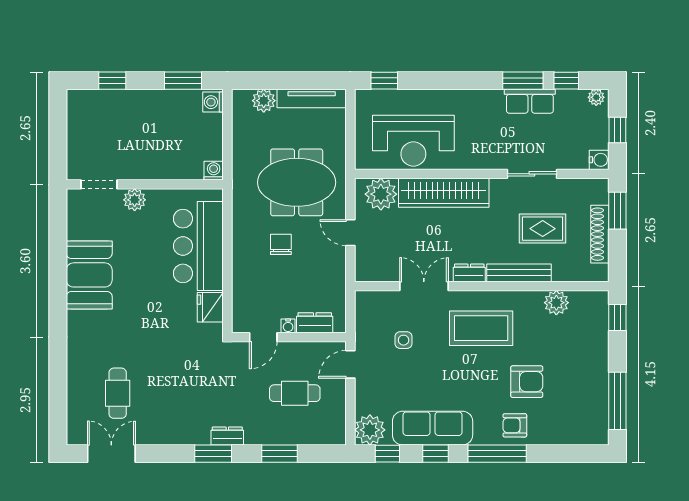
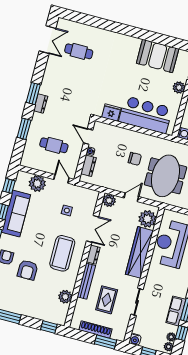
plant: (578, 97) -> (171, 337), added
plant: (366, 270) -> (109, 200), added
booth: (89, 275) -> (158, 56), moved
cafe table: (295, 393) -> (54, 145), turned 90
plant: (370, 430) -> (37, 183), moved

